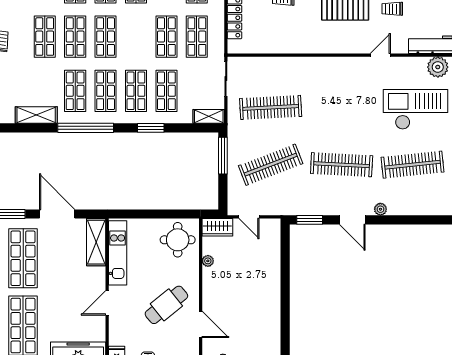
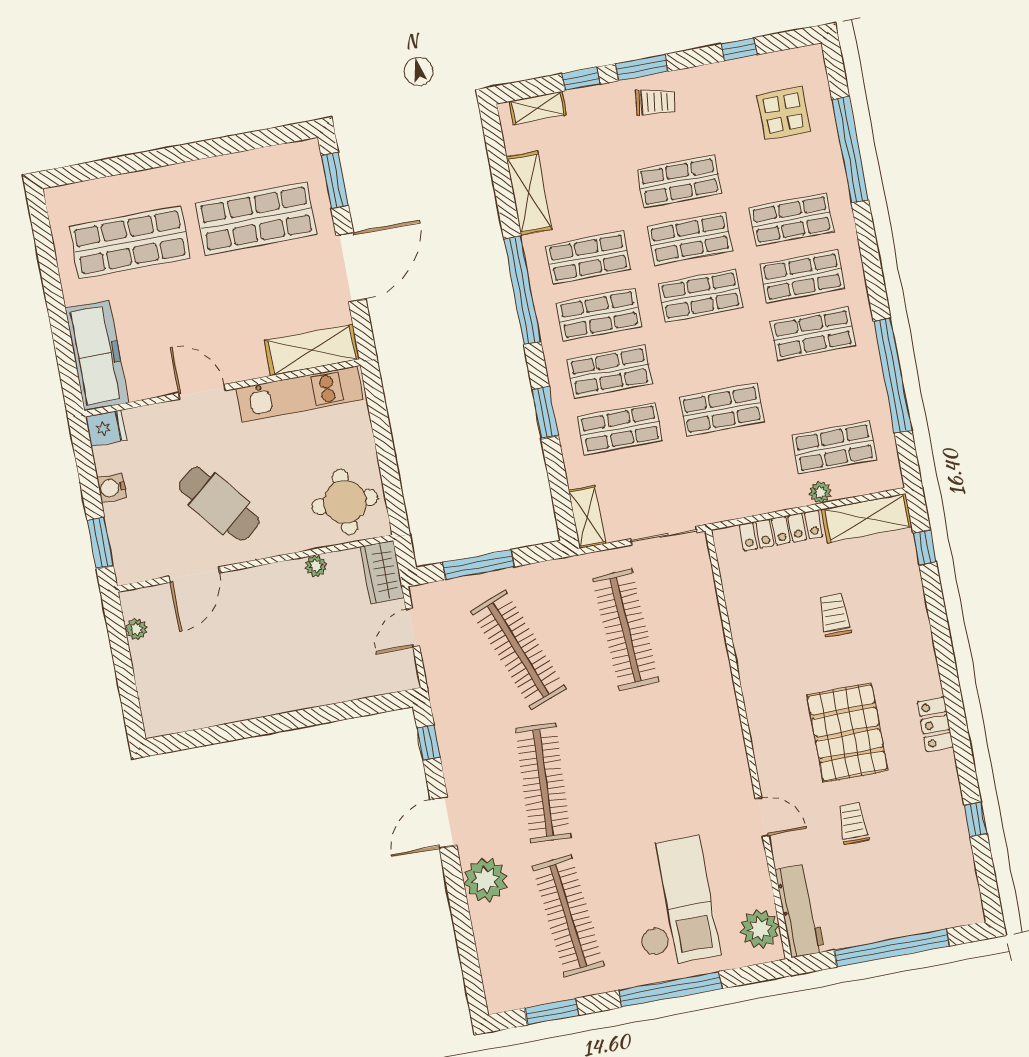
shop shelf: (197, 37) -> (732, 467), removed
window: (223, 156) -> (478, 565), moved
plant: (380, 209) -> (486, 880), width x1.87, depth x1.87
window: (310, 220) -> (428, 742), width x0.67

